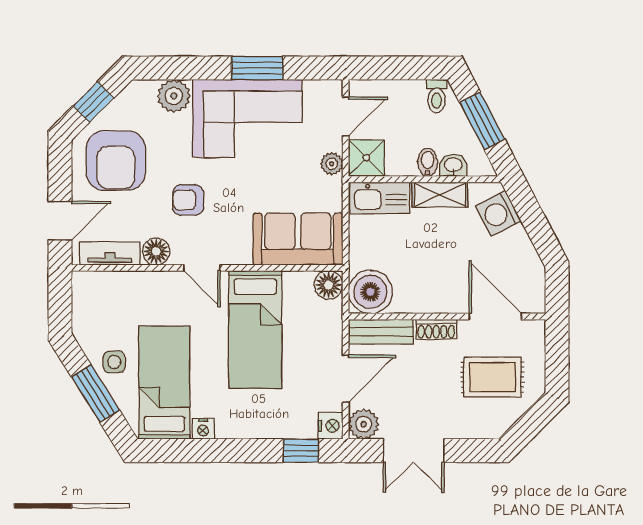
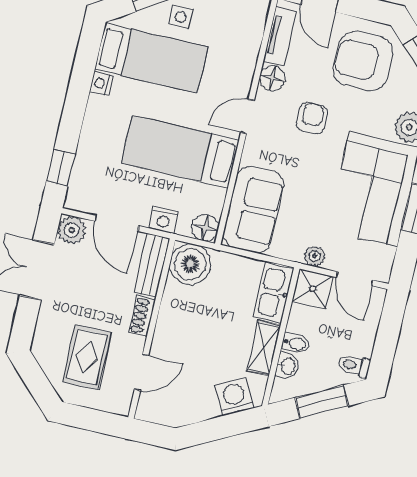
door: (495, 316) -> (142, 372), width x0.73
nightstand: (330, 426) -> (164, 220), moved

